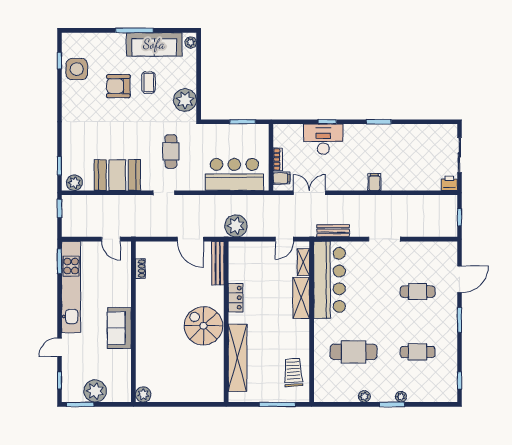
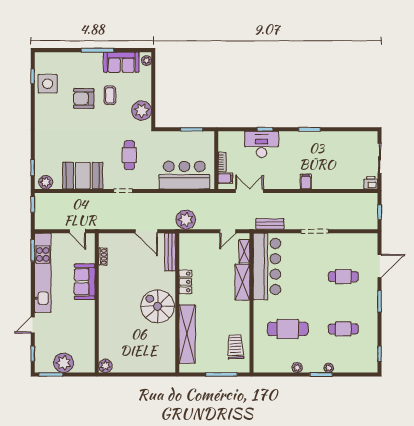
sofa: (154, 44) -> (121, 62), width x0.73
sofa: (119, 328) -> (85, 282), moved

